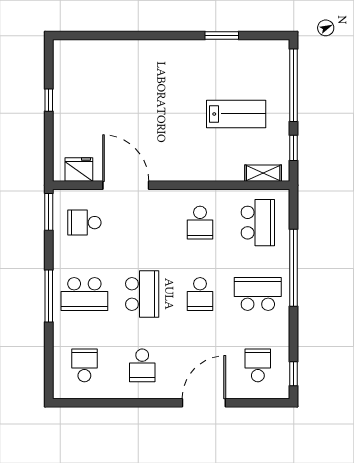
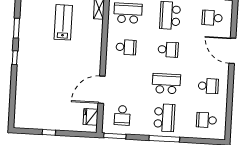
window: (172, 36) -> (15, 58), added

